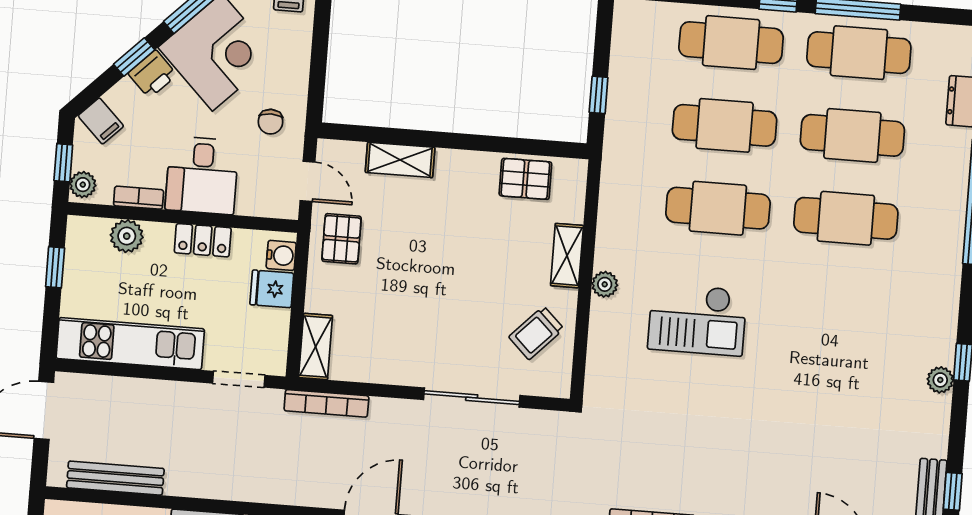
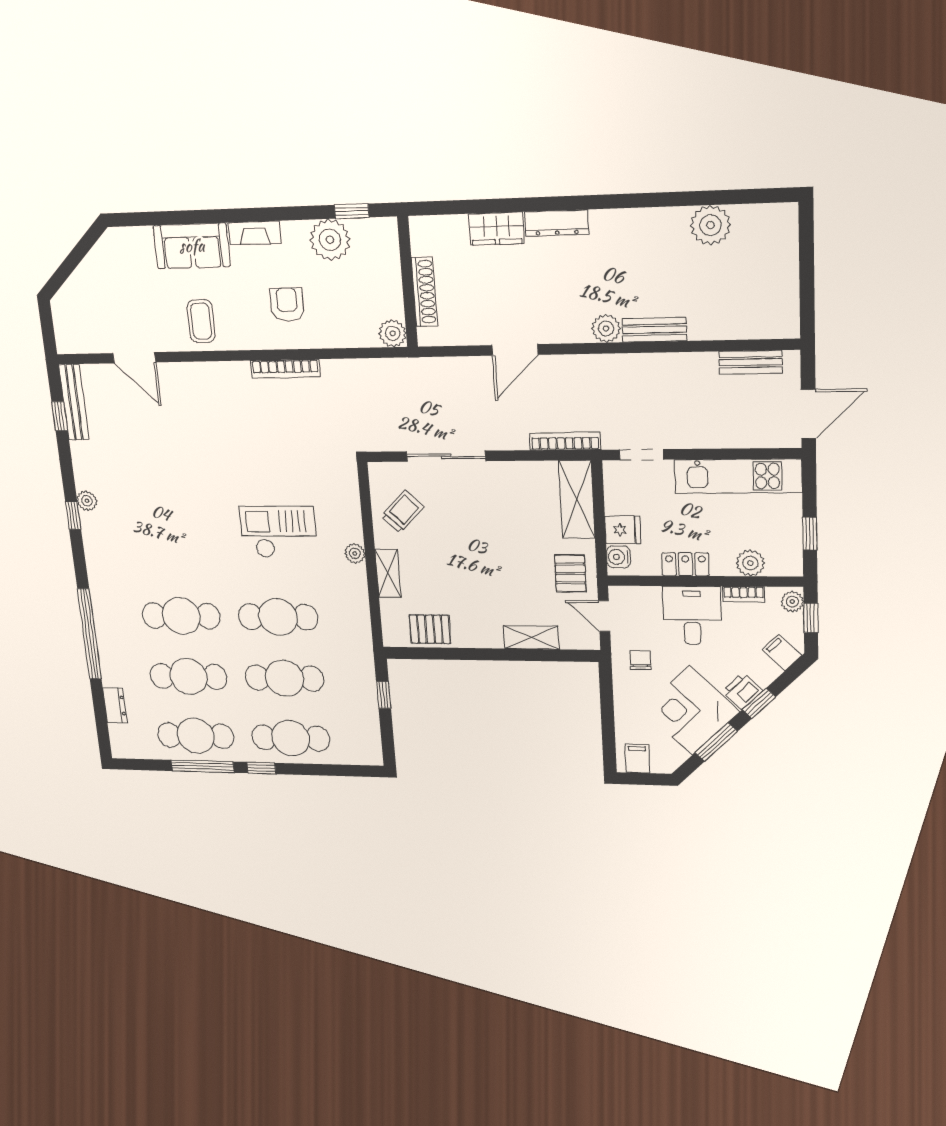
shelving: (316, 347) -> (577, 499), width x1.50, depth x1.33
bench: (115, 478) -> (751, 362), width x0.73

